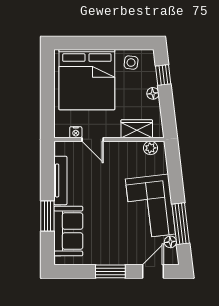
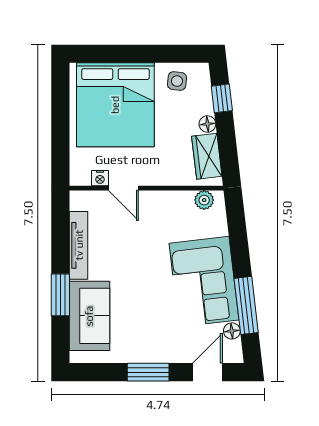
wardrobe: (137, 129) -> (207, 156), moved, turned -97

